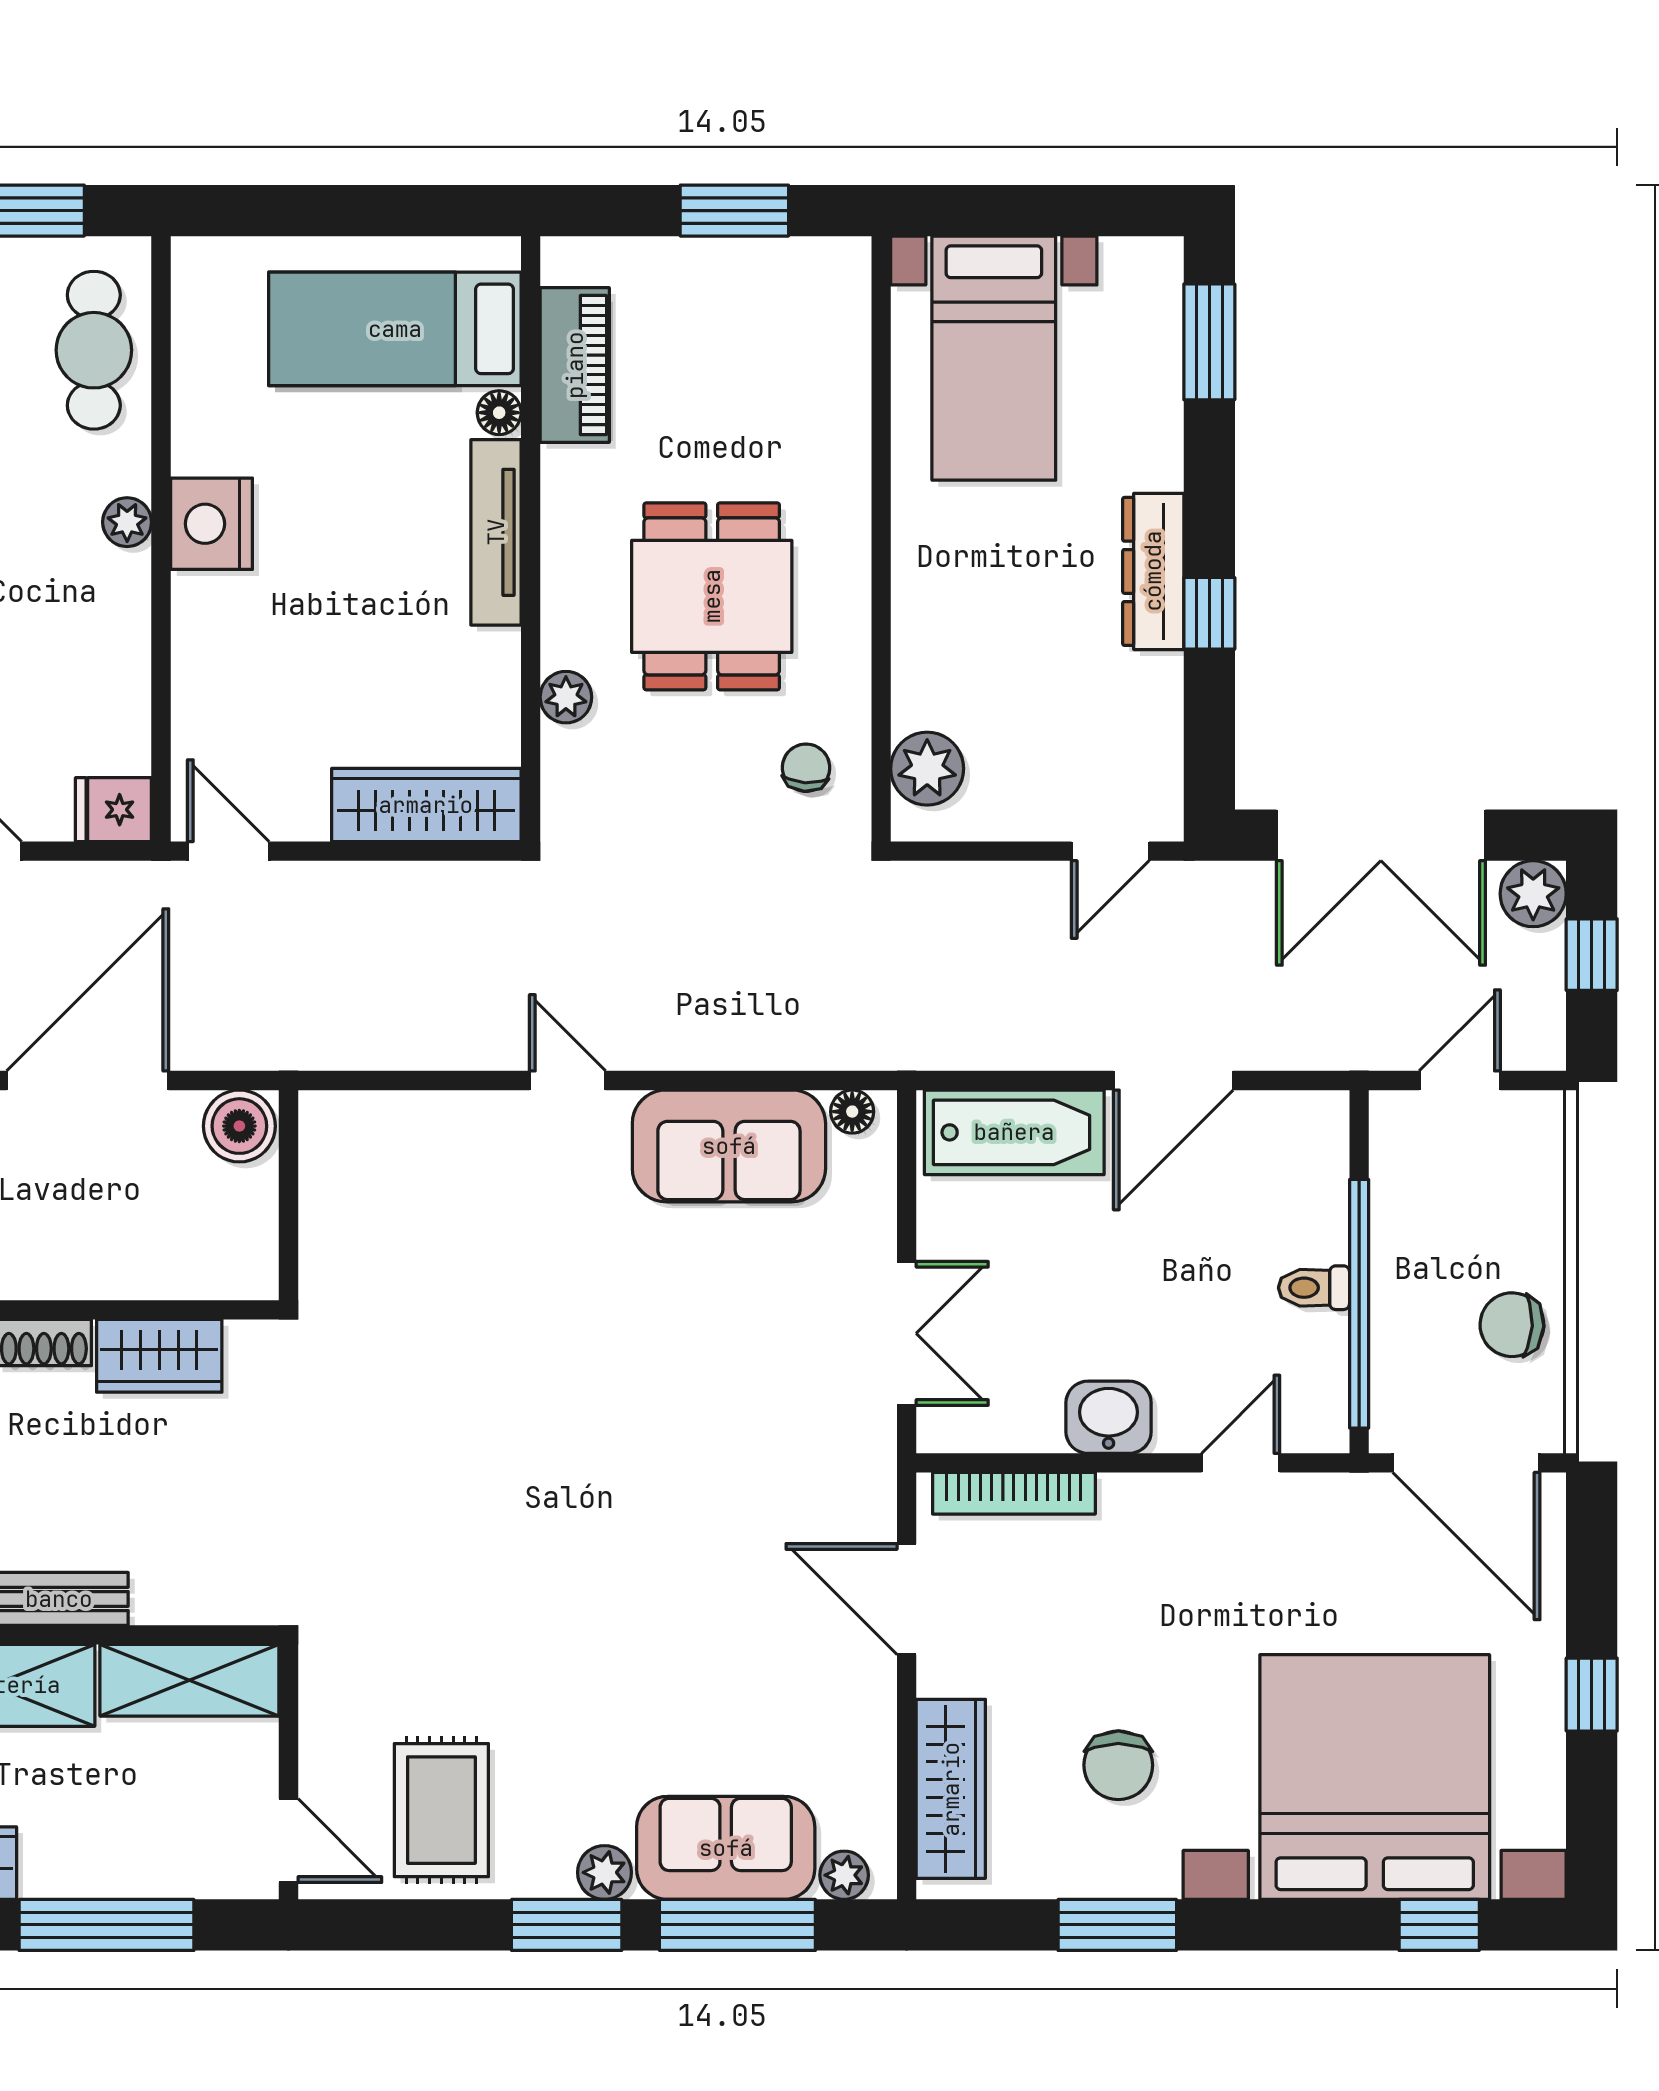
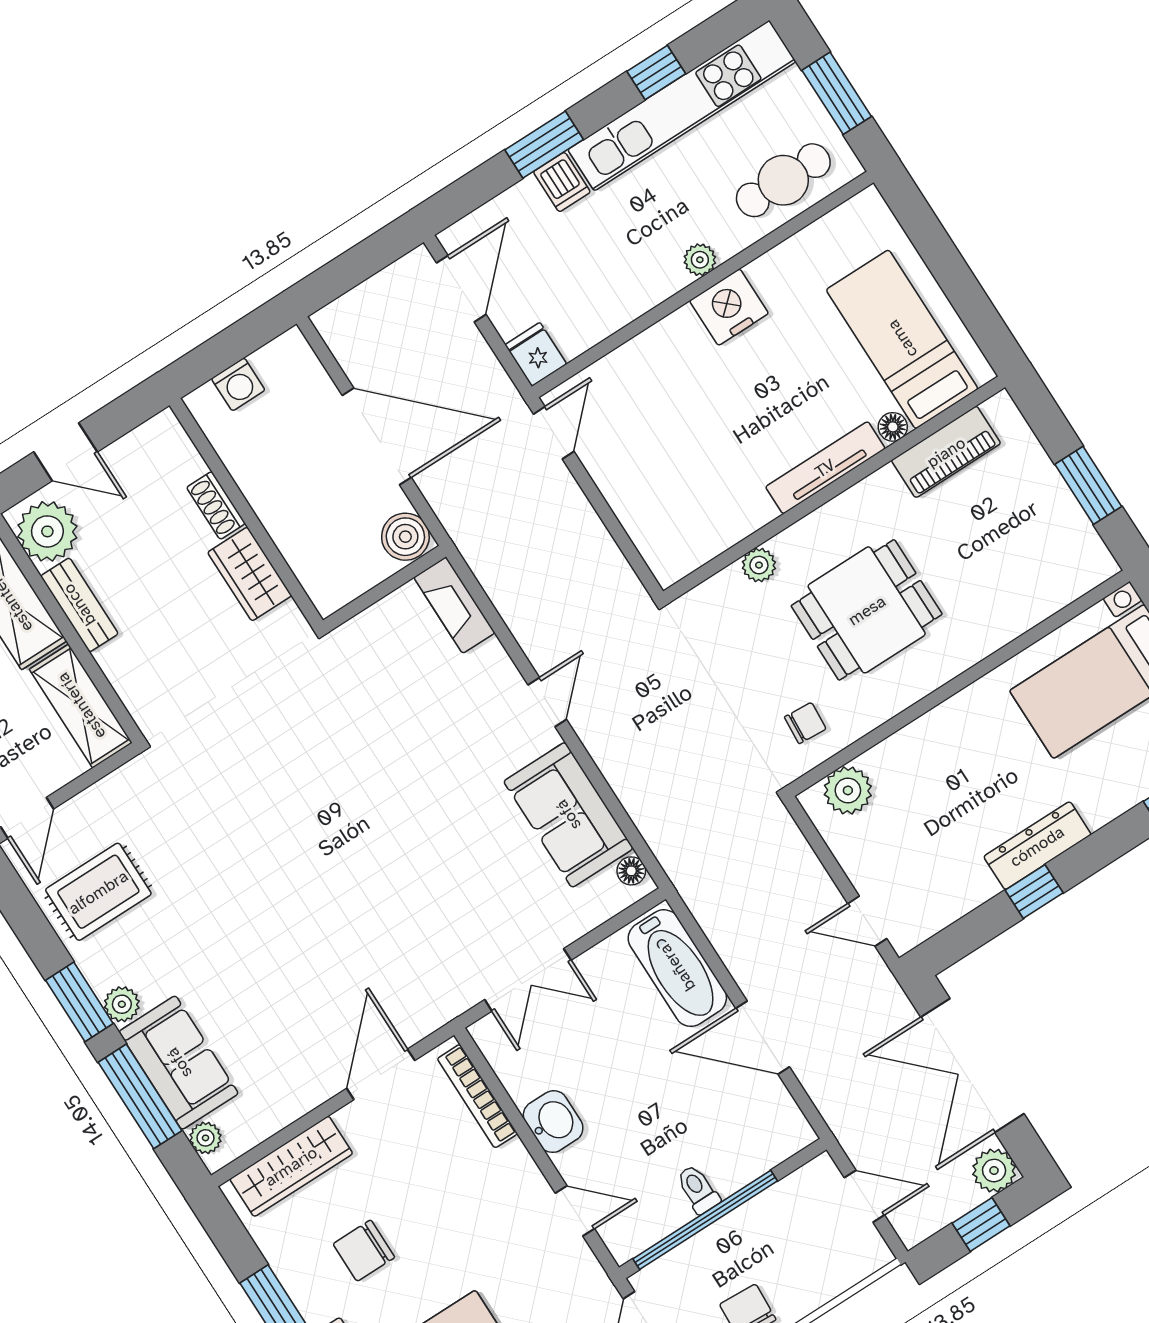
wardrobe: (426, 805) -> (650, 526), removed
fireplace: (367, 1120) -> (454, 605), added

